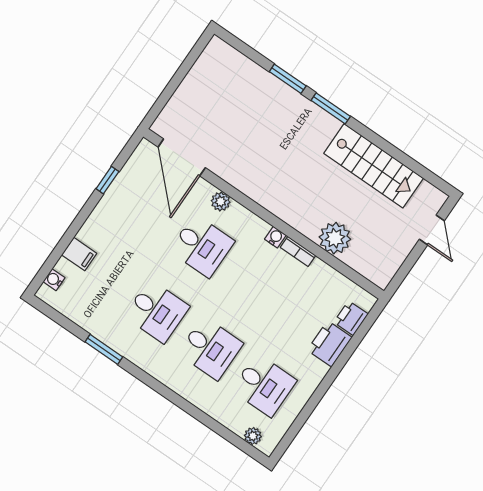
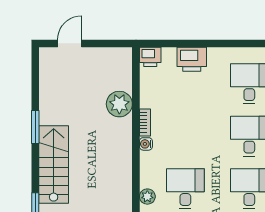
window: (331, 108) -> (35, 127), moved
stairs: (374, 166) -> (54, 164), moved
printer: (351, 318) -> (150, 57), moved

